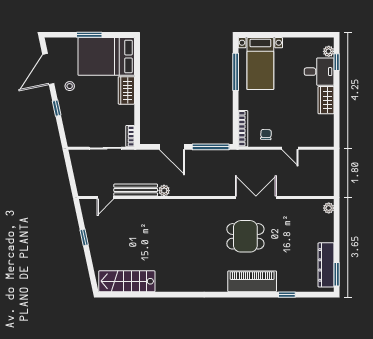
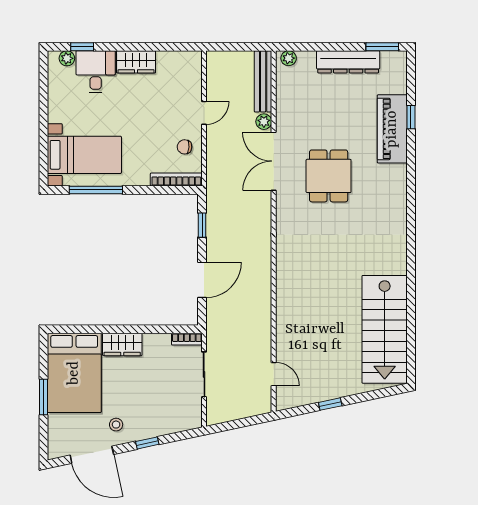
window: (211, 147) -> (202, 225), width x0.46
bench: (136, 190) -> (263, 81), moved
plant: (164, 191) -> (264, 122), moved
dresser: (326, 265) -> (348, 62), moved
stairs: (127, 281) -> (385, 329), width x1.36, depth x1.51
piano: (252, 281) -> (392, 129), moved

